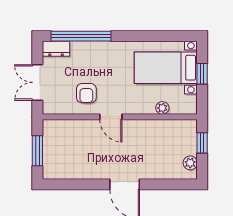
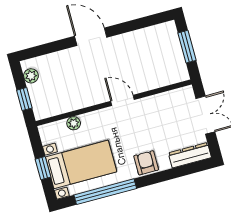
window: (81, 36) -> (105, 192), moved
dresser: (56, 49) -> (190, 155), width x1.44
armchair: (86, 93) -> (146, 163), moved

